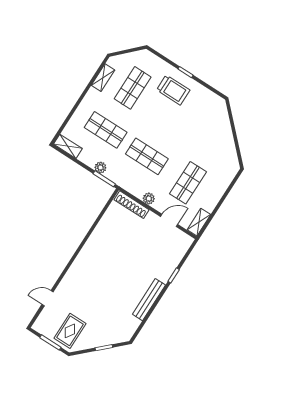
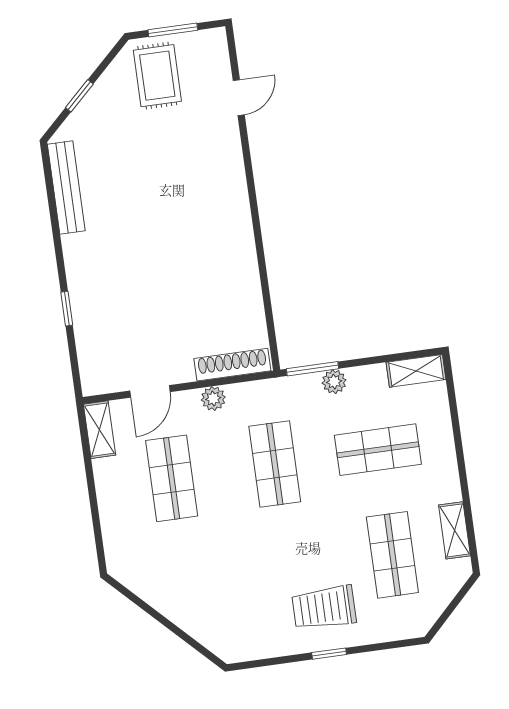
shop shelf: (147, 156) -> (275, 464), turned 90
bench: (149, 300) -> (66, 187), moved

